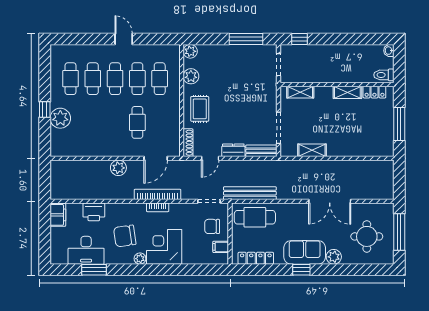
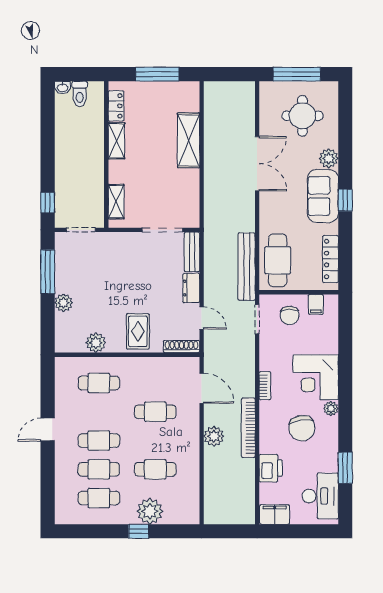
plant: (190, 51) -> (64, 303), moved
toilet: (384, 75) -> (80, 94), moved
cafe table: (137, 79) -> (155, 469), moved
rug: (200, 109) -> (138, 331), turned 90
shelving: (312, 150) -> (189, 140), moved, width x1.50, depth x1.33
bookcase: (157, 194) -> (248, 428), moved
desk: (86, 250) -> (320, 496), moved

